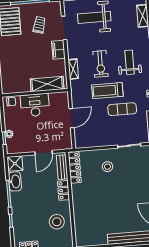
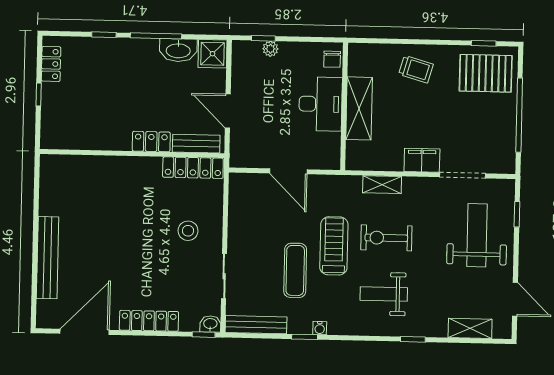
trolley: (39, 25) -> (416, 69), moved
weight bench: (130, 62) -> (384, 294), turned 180
shelving: (47, 84) -> (359, 108), moved
stool: (57, 222) -> (93, 122), removed

